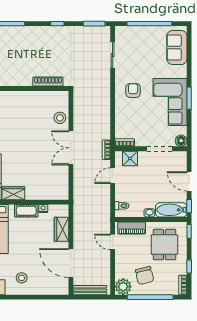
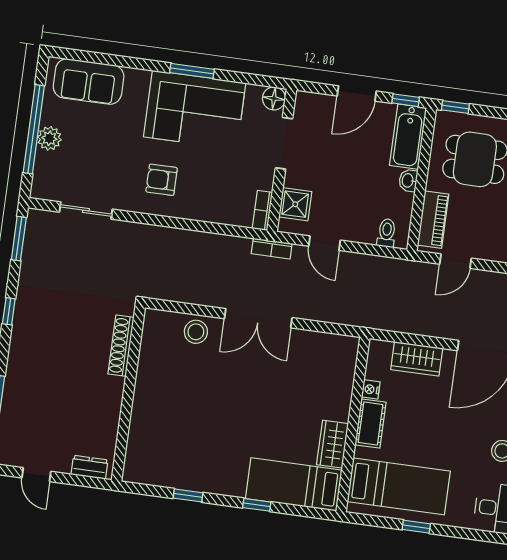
plant: (146, 32) -> (49, 138), added

